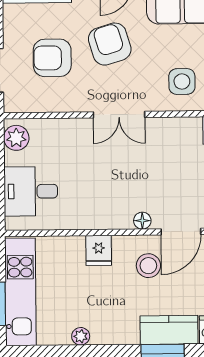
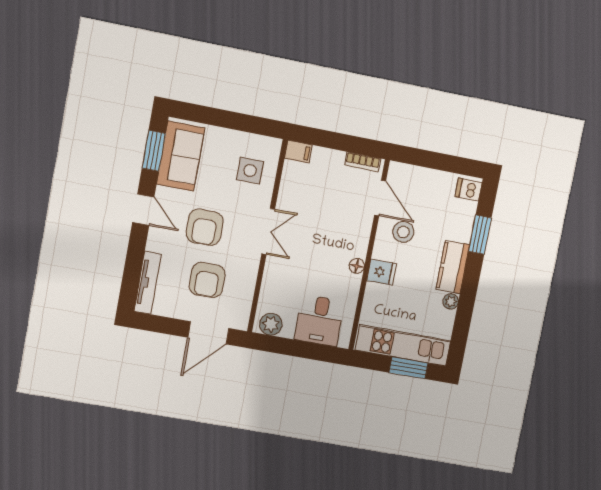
armchair: (110, 44) -> (205, 227), turned -73
floor lamp: (142, 221) -> (357, 266), moved
kitchen counter: (169, 330) -> (453, 267), moved

